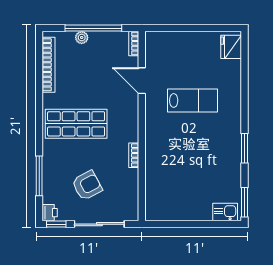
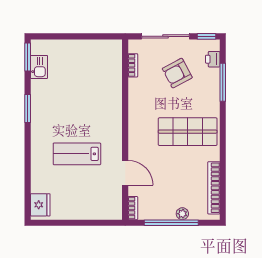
bookcase: (134, 155) -> (133, 65), moved
kitchen sink: (225, 212) -> (39, 67), moved, turned -90
printer: (50, 213) -> (213, 59), moved

